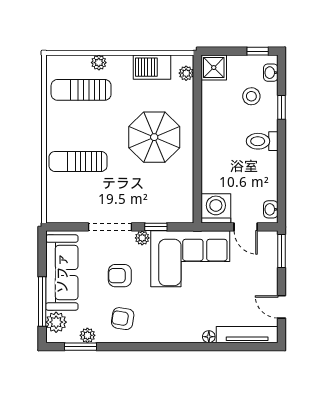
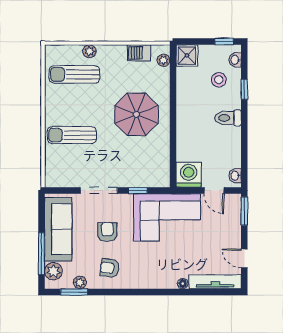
barbecue: (152, 67) -> (139, 53), width x0.73, depth x0.79
plant: (142, 238) -> (126, 200), removed
armchair: (120, 276) -> (107, 232), turned 90

